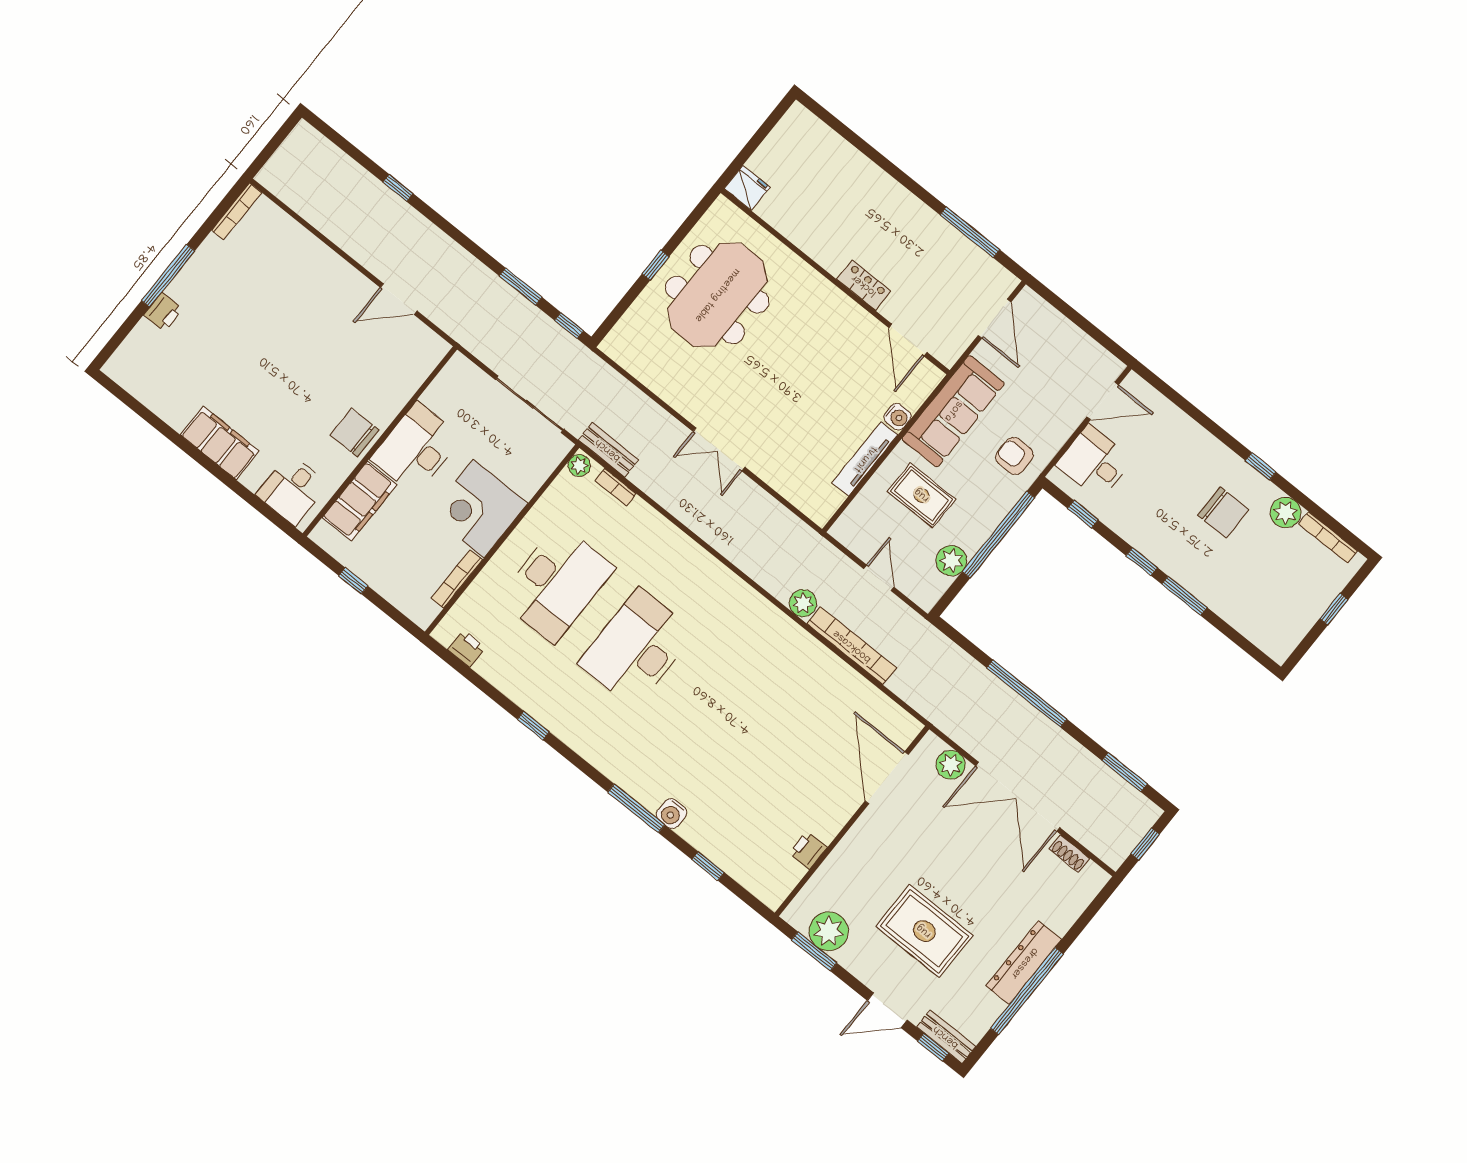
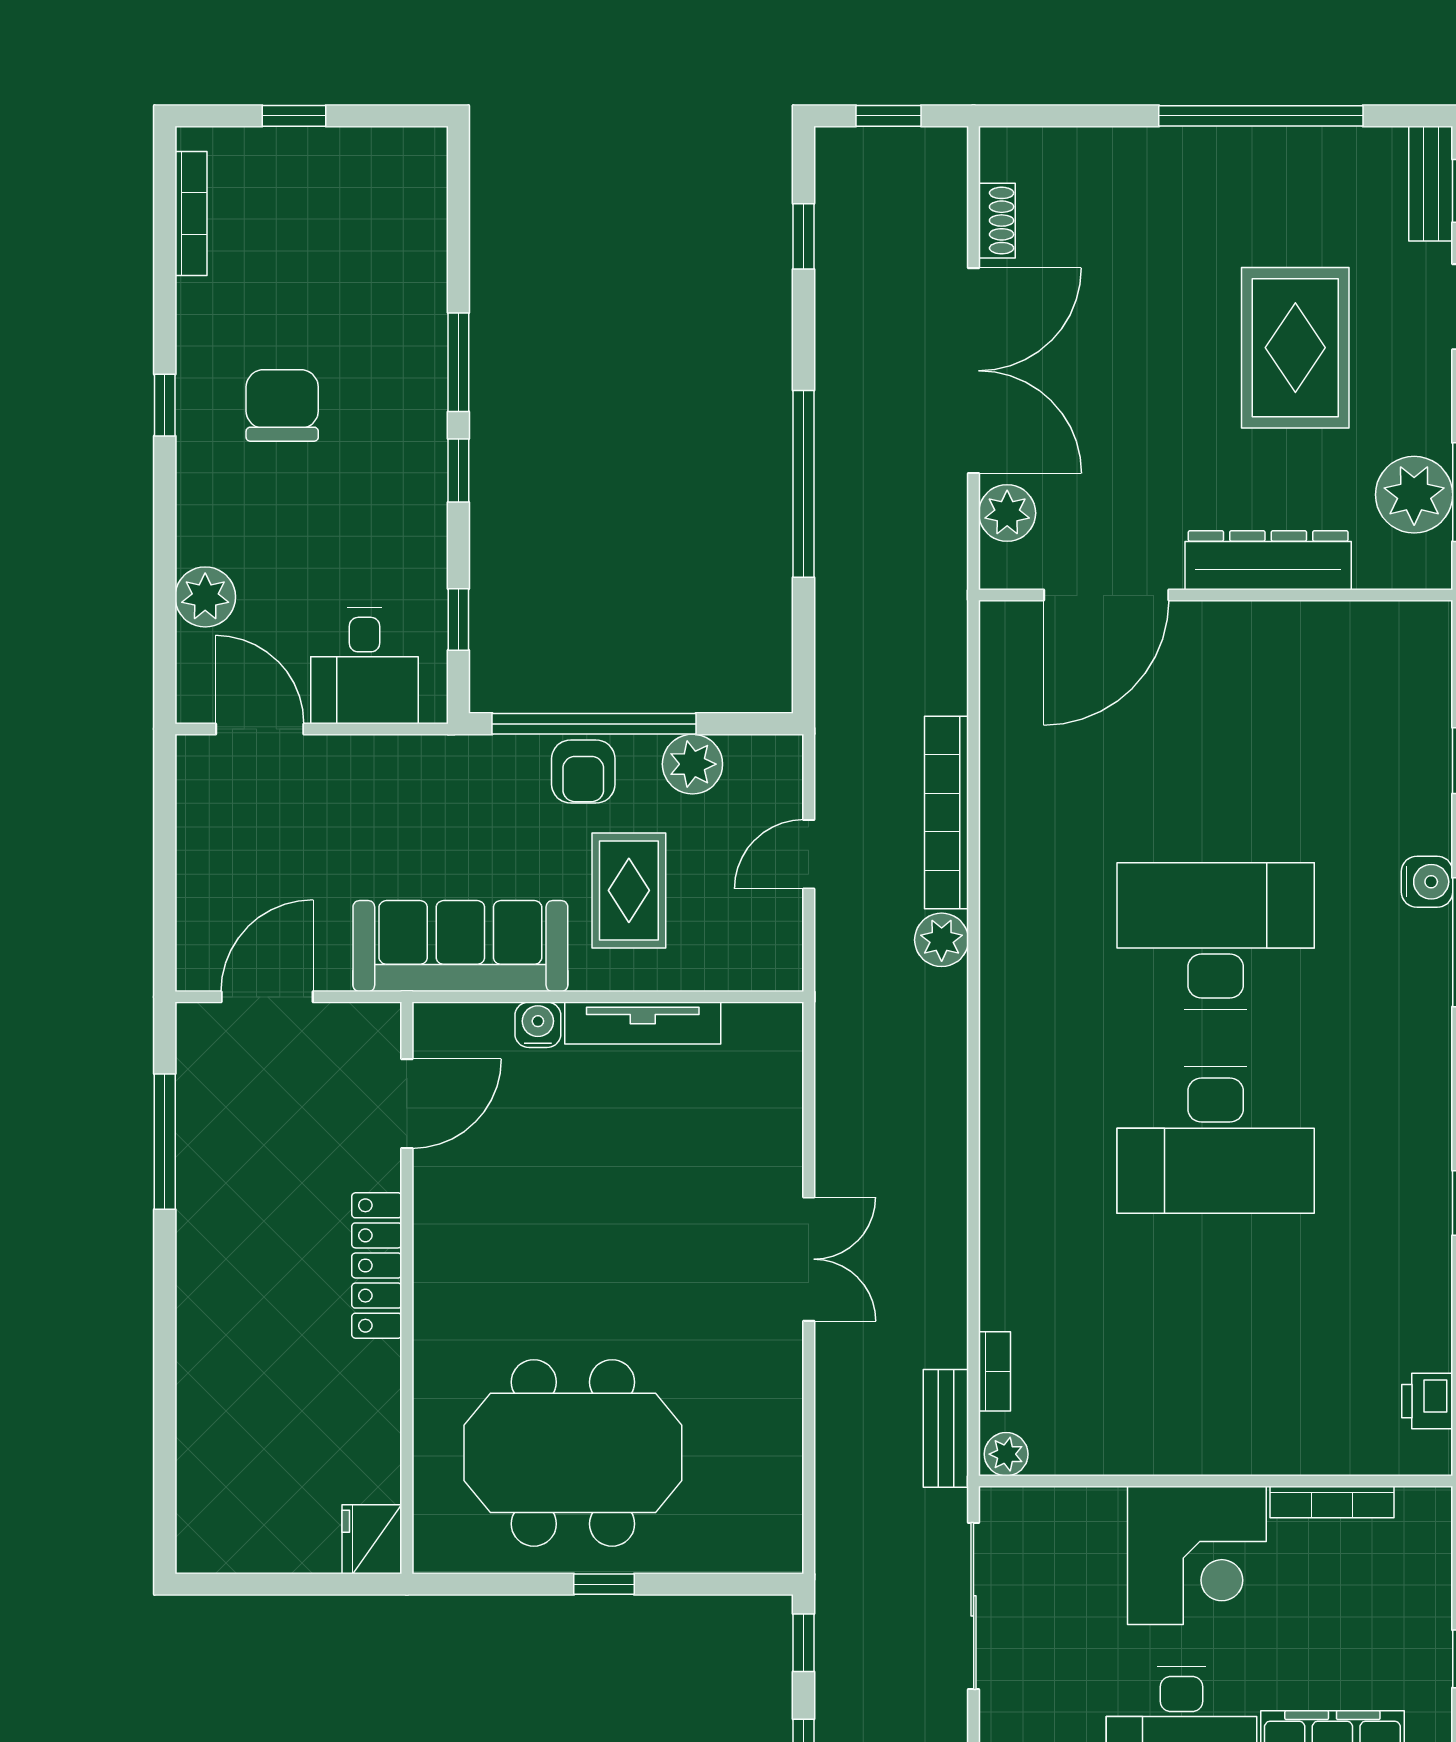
locker: (864, 285) -> (377, 1265), width x1.53
armchair: (1014, 456) -> (583, 771), moved
plant: (1286, 512) -> (205, 597), moved
desk: (556, 583) -> (1216, 936), moved
window: (1125, 772) -> (804, 236), width x0.67
printer: (808, 850) -> (1315, 626), removed
dresser: (1024, 963) -> (1268, 560), moved, turned 180

